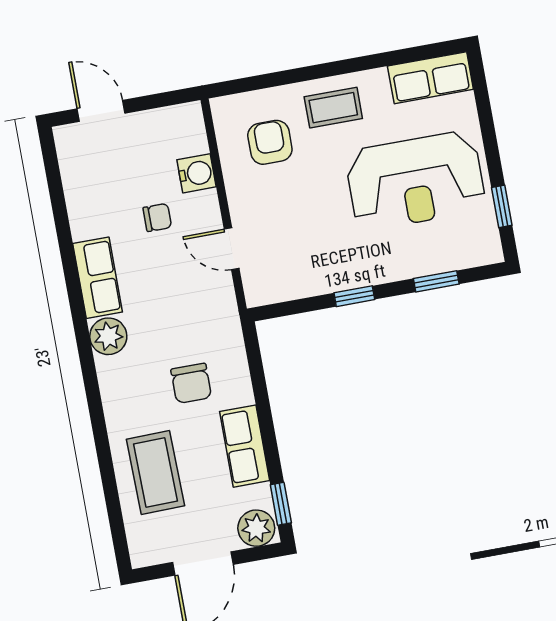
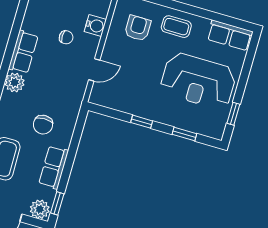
door: (232, 249) -> (94, 70), swing flipped

